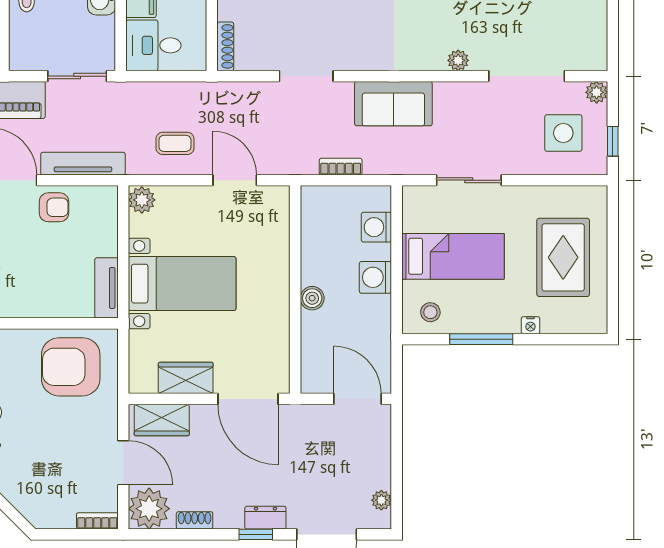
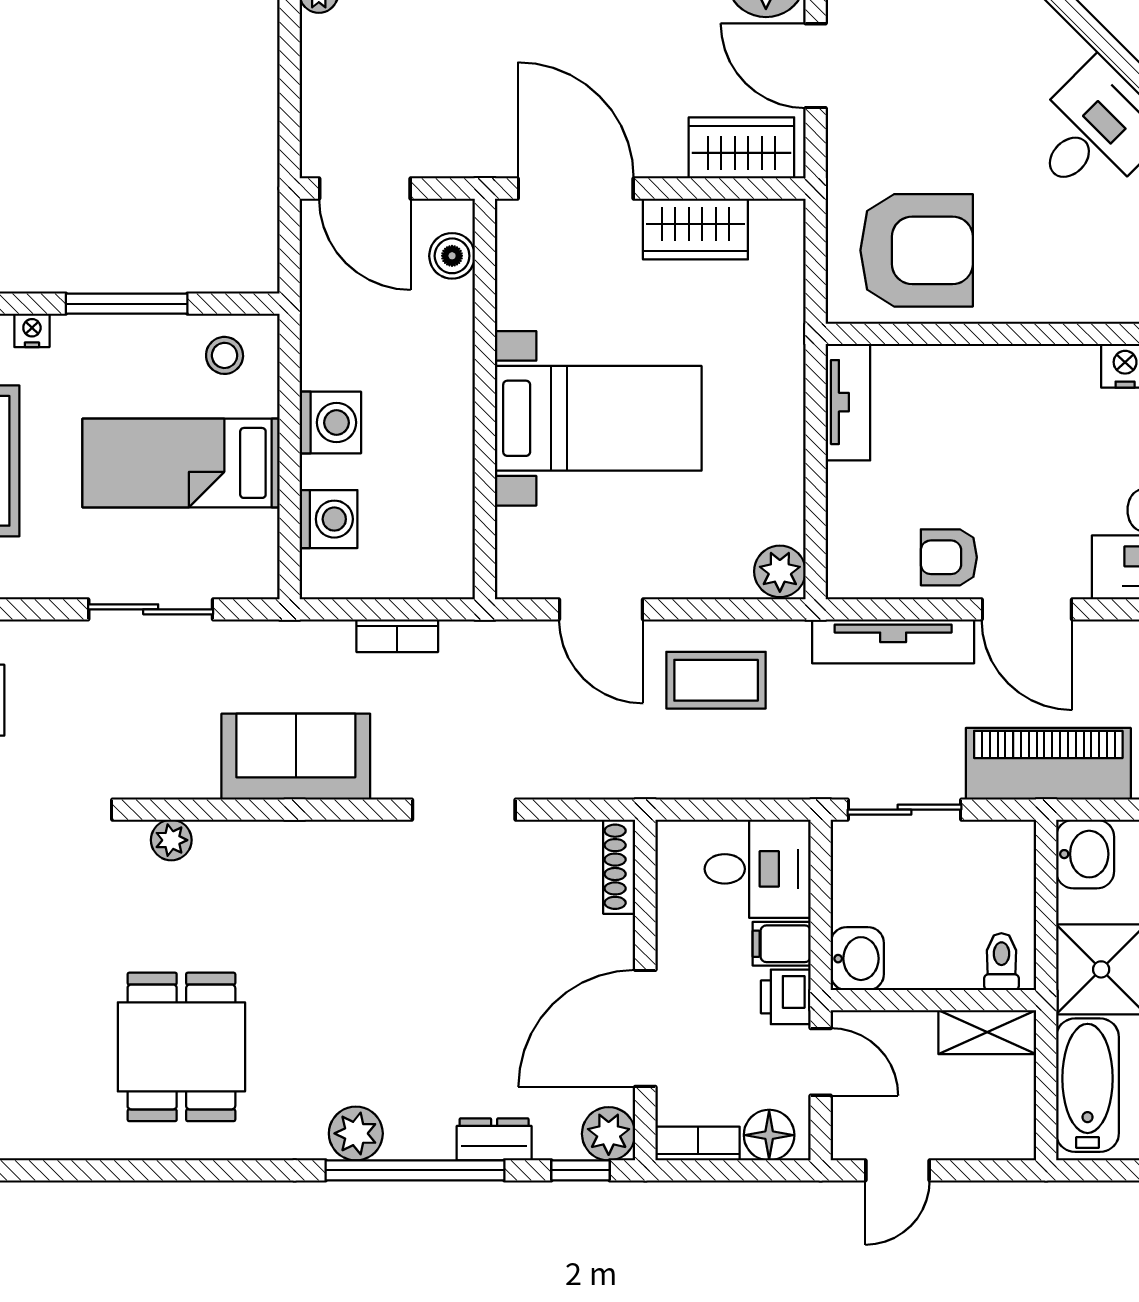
coffee table: (175, 143) -> (716, 680), width x1.36, depth x1.30
bed with nightstands: (182, 284) -> (598, 418), moved, turned 180
boiler: (312, 298) -> (452, 256), moved

